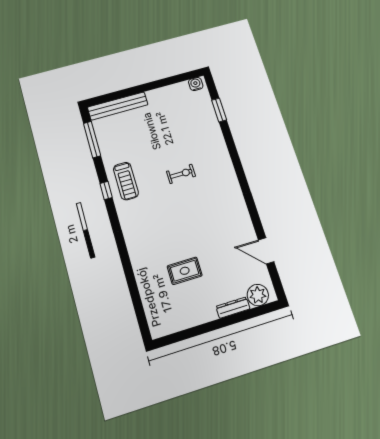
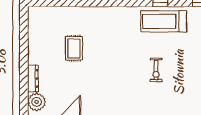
treadmill: (126, 181) -> (164, 21), width x1.37, depth x1.38

